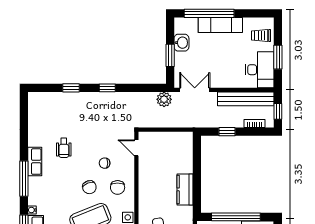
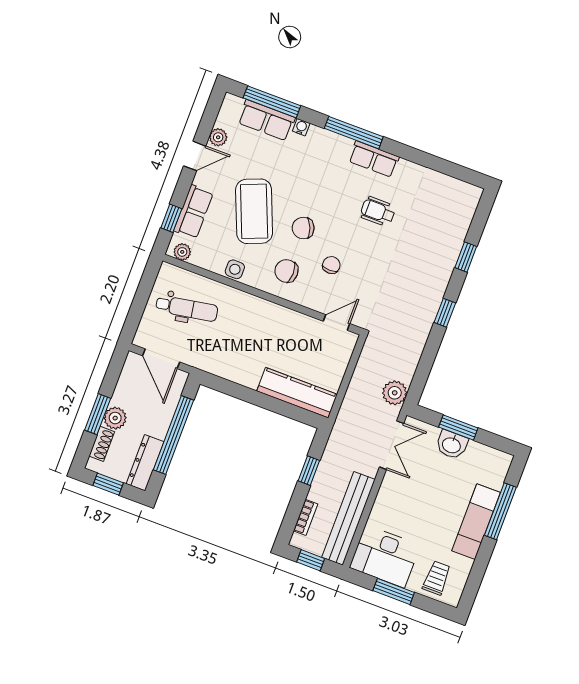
window: (209, 13) -> (500, 511), width x0.68
washbasin: (181, 43) -> (452, 445), moved
kitchen counter: (185, 189) -> (297, 393), moved, width x1.50

